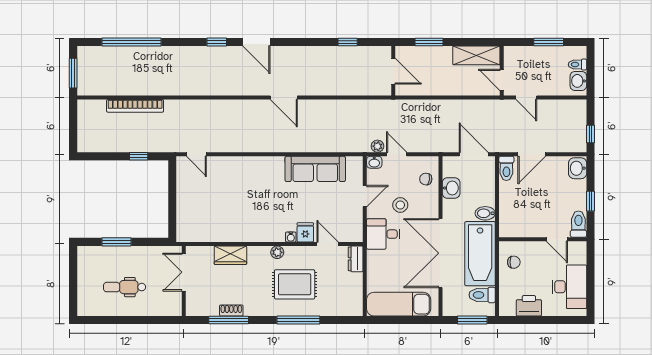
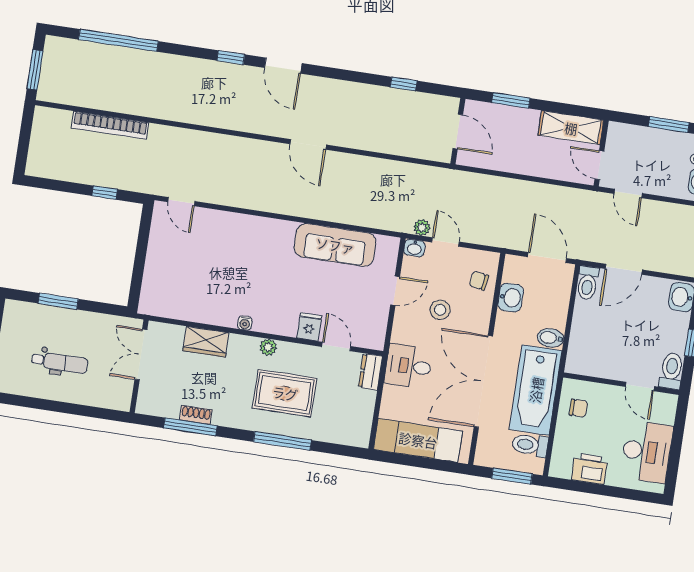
desk: (383, 234) -> (408, 366), moved
water cooler: (291, 237) -> (245, 323), moved
dental chair: (125, 287) -> (60, 362), turned 180

